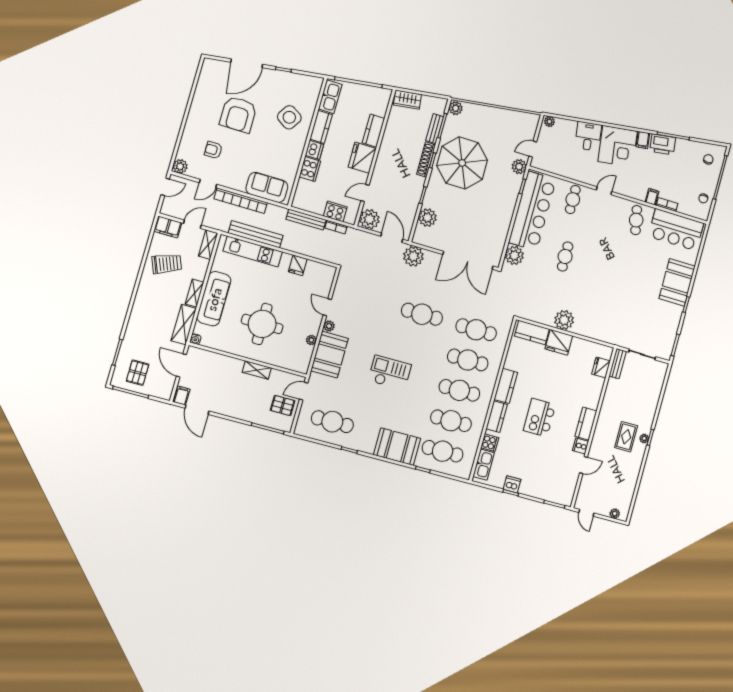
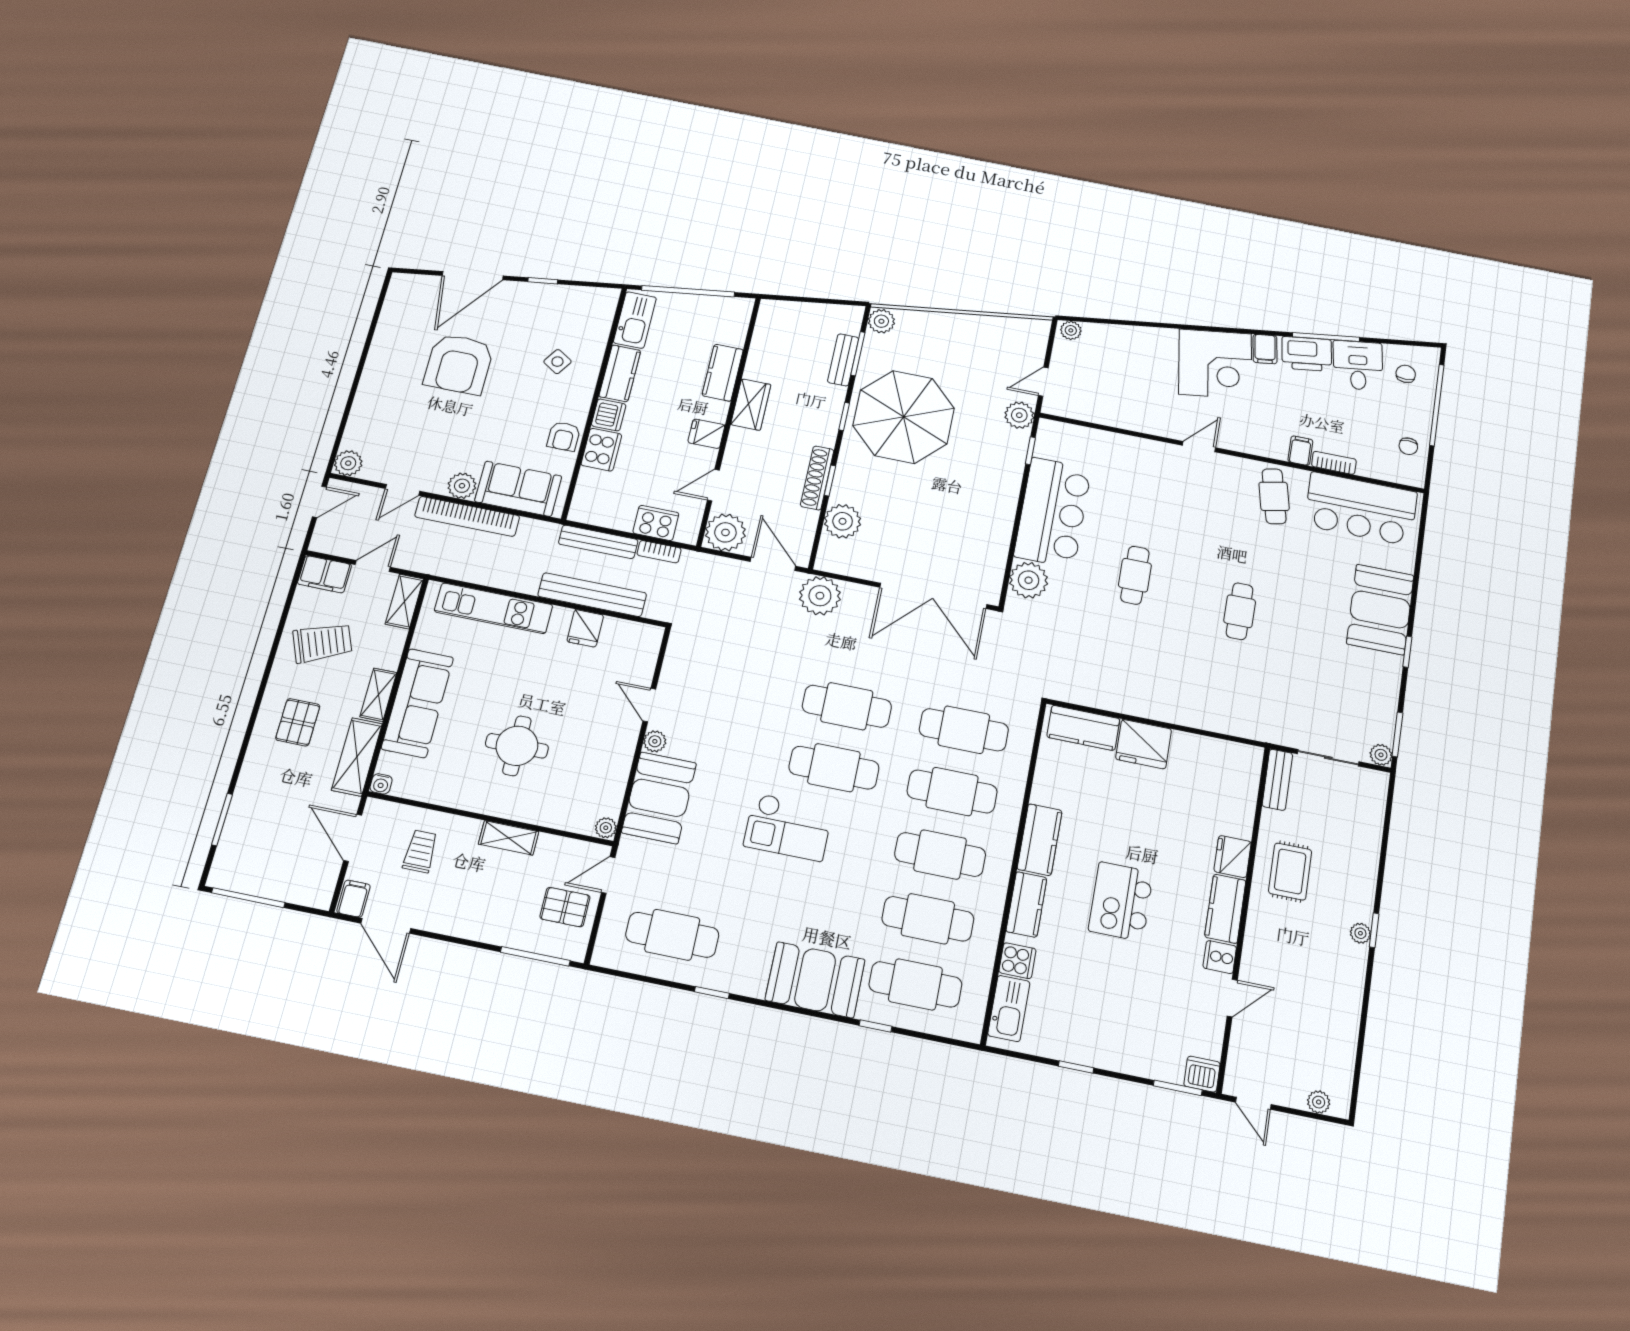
wardrobe: (407, 100) -> (751, 405), moved, turned -82
side table: (289, 117) -> (557, 362), width x0.54, depth x0.54
desk: (588, 136) -> (1358, 365), moved
armchair: (213, 150) -> (564, 436), moved, turned -90
fridge: (362, 158) -> (706, 434), width x0.53, depth x0.75
shoe rack: (426, 160) -> (817, 478), moved
plant: (238, 184) -> (462, 486), added
cafe table: (573, 199) -> (1240, 611), moved
bar counter: (532, 211) -> (1053, 512), width x0.73
bench: (256, 234) -> (592, 595), moved
plant: (564, 320) -> (1381, 755), moved, width x0.53, depth x0.53
round table: (262, 324) -> (517, 746), width x0.73, depth x0.73
plant: (311, 340) -> (606, 828), moved
cafe table: (413, 345) -> (834, 768), added
fridge: (601, 367) -> (1233, 857), moved
pallet: (138, 373) -> (298, 722), moved
checkout: (390, 373) -> (788, 827), turned 180
trolley: (214, 374) -> (420, 851), added
rug: (626, 437) -> (1290, 871), moved
dishwasher: (512, 484) -> (1202, 1074), moved

